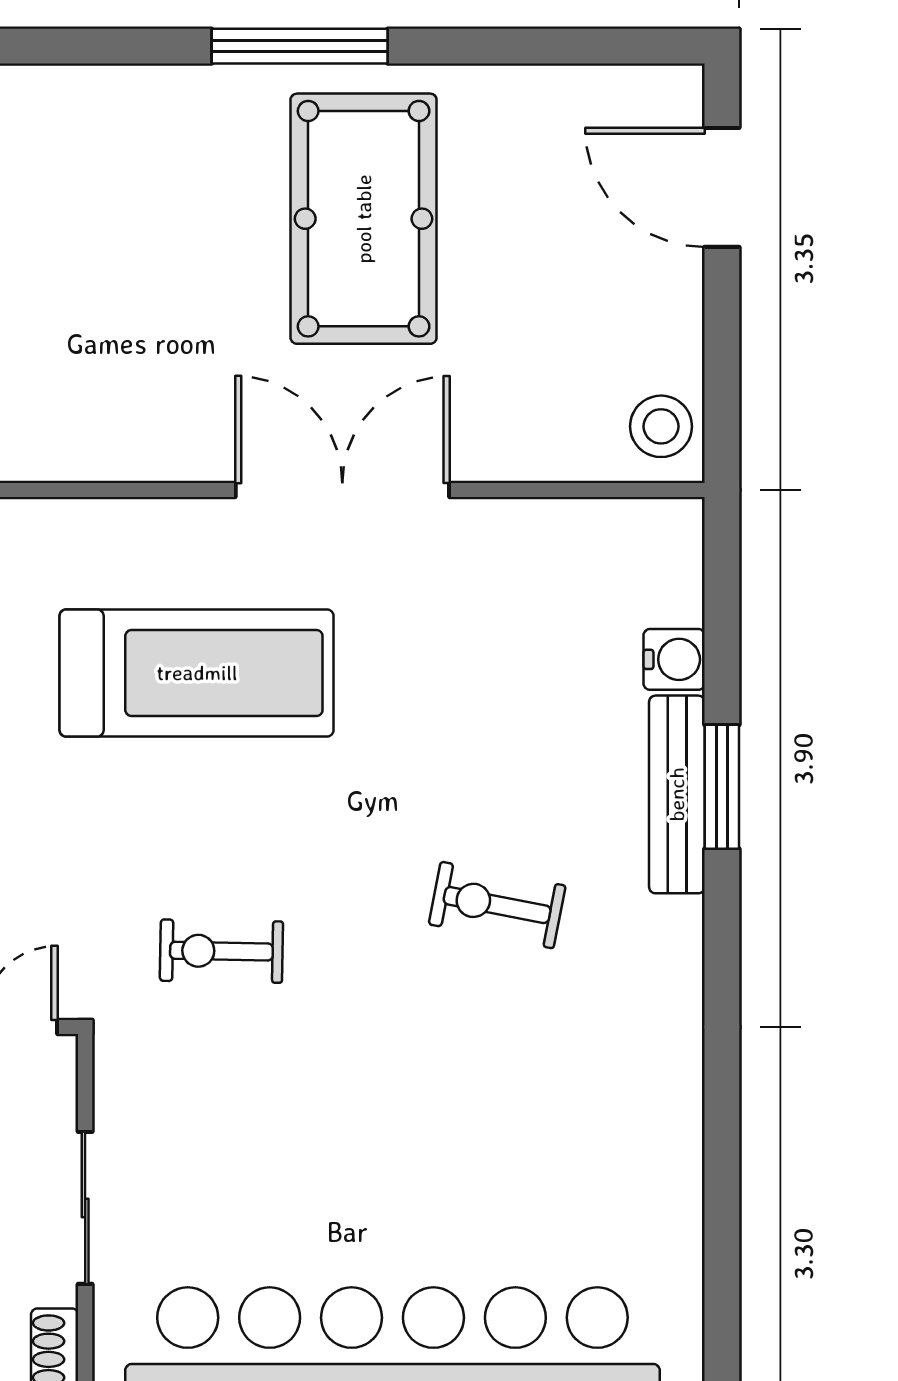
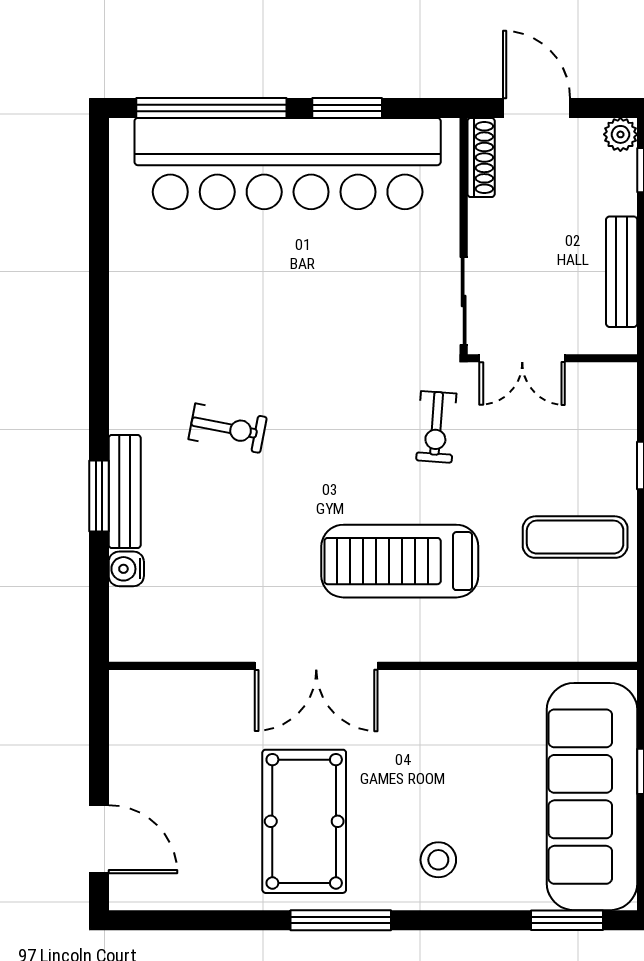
stool: (661, 426) -> (438, 860), moved
exercise bike: (221, 951) -> (436, 427), moved, turned 93
sliding door: (85, 1208) -> (464, 301), moved

